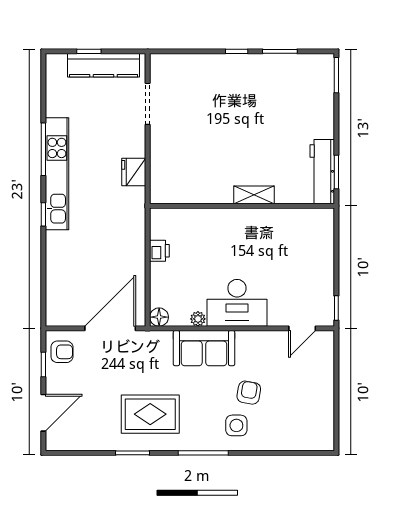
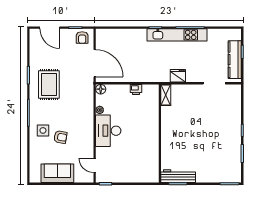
shelving: (254, 195) -> (166, 95), moved
sofa: (204, 348) -> (57, 173), moved, turned 90

